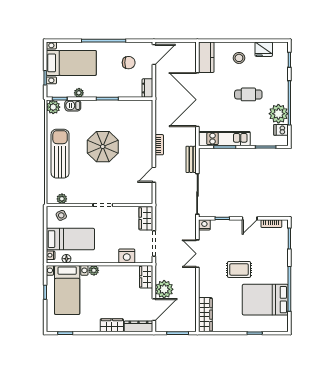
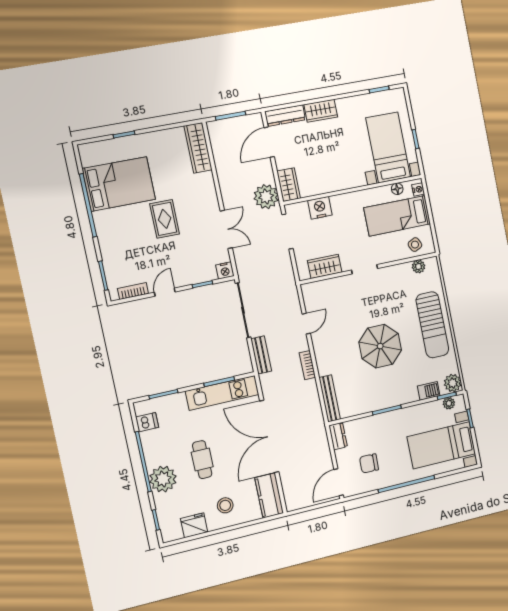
plant: (79, 93) -> (449, 403), moved
cafe table: (248, 94) -> (202, 460), turned 90
double door: (197, 100) -> (269, 436), swing flipped
plant: (278, 114) -> (163, 479), moved
bench: (148, 117) -> (330, 398), added
wardrobe: (146, 218) -> (325, 266), moved, turned -90
rug: (239, 269) -> (165, 219), turned 90
plant: (94, 270) -> (359, 180), removed
plant: (164, 289) -> (266, 197), moved

